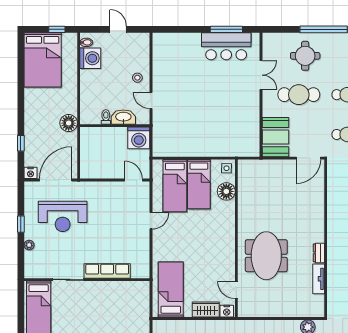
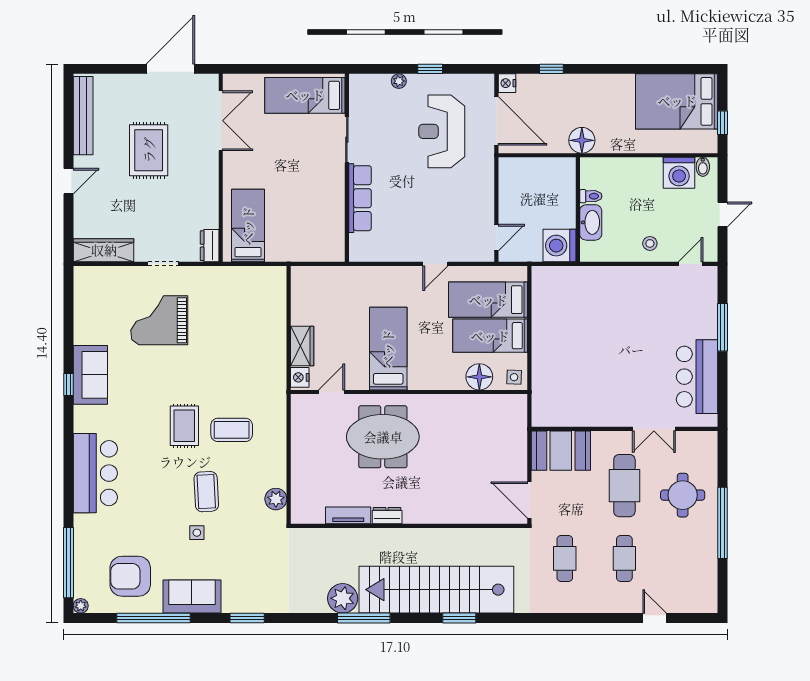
window: (226, 29) -> (722, 327), moved
door: (151, 100) -> (691, 264), moved
door: (151, 221) -> (435, 264), hinge flipped
bed: (171, 290) -> (388, 349), moved, turned -90

